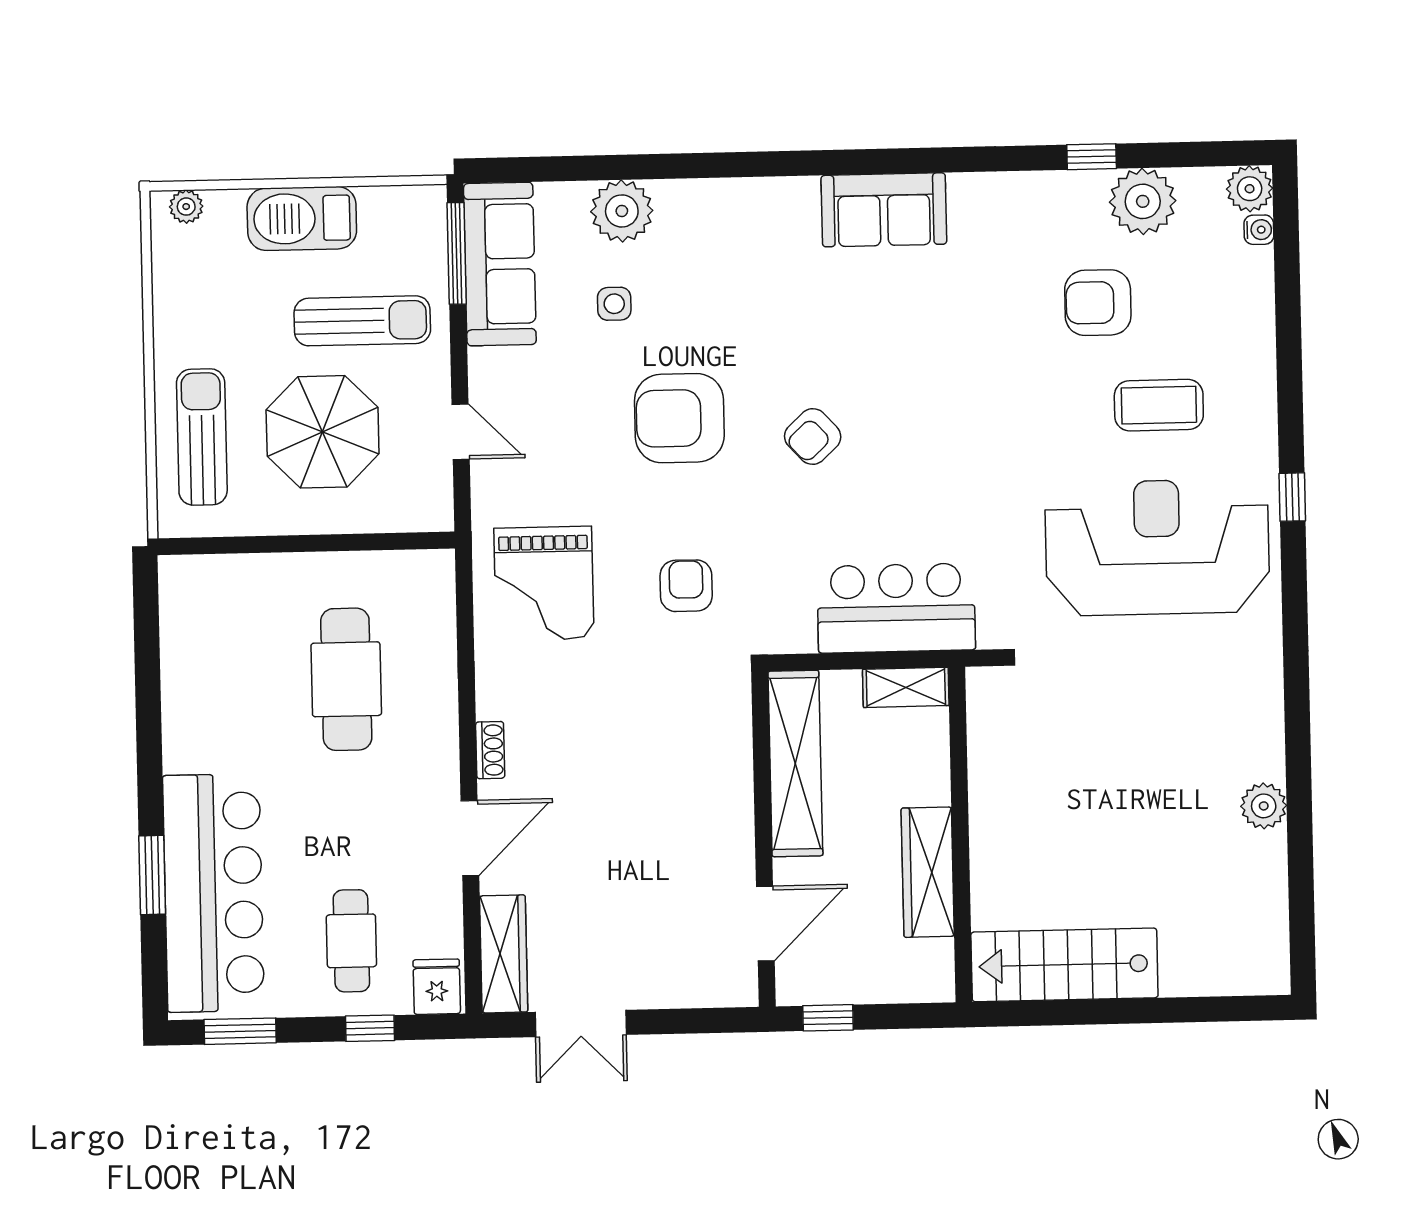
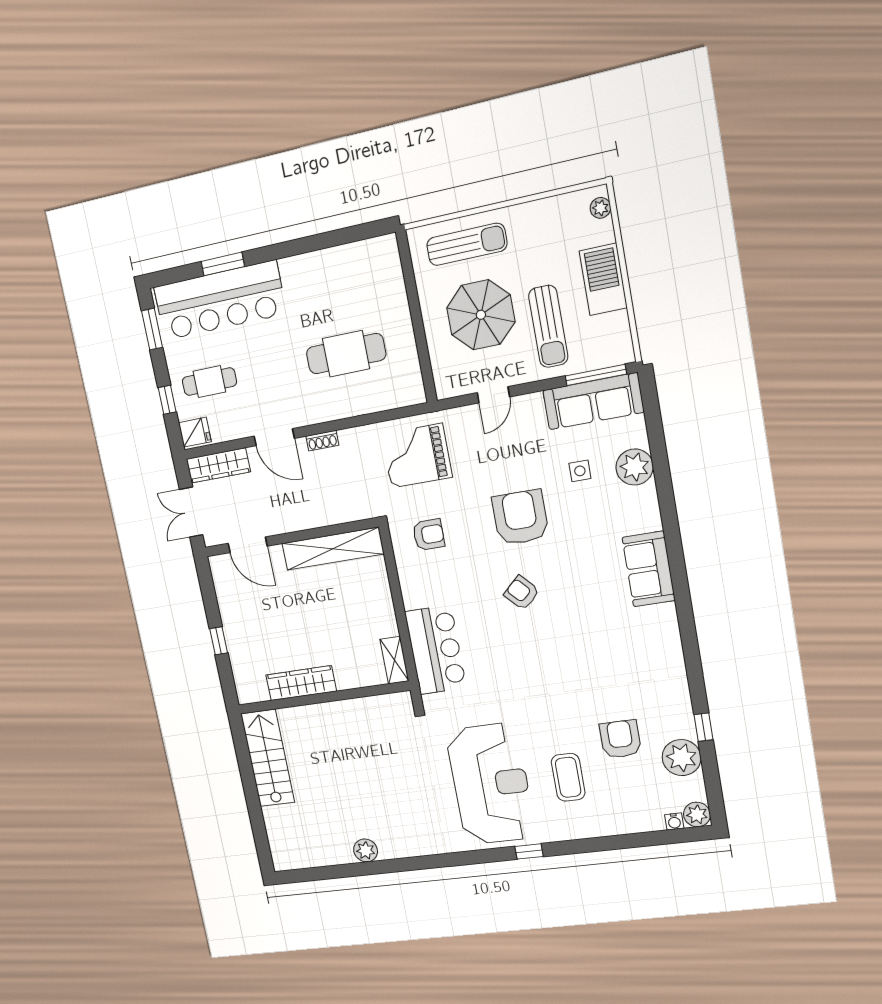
sofa: (884, 210) -> (649, 569), moved
shelving: (795, 763) -> (333, 549), moved
wall: (763, 839) -> (291, 537), moved
door: (765, 924) -> (248, 545), moved

